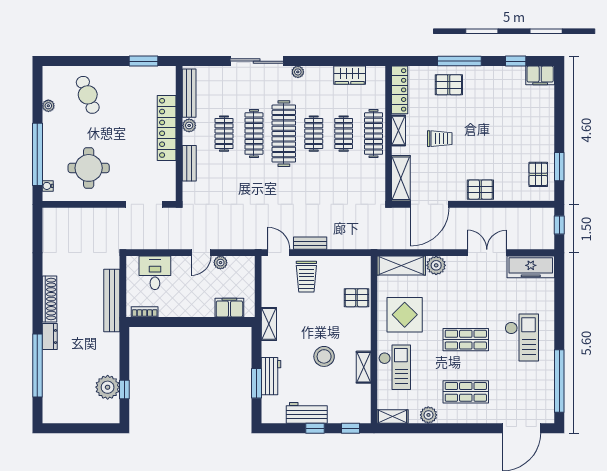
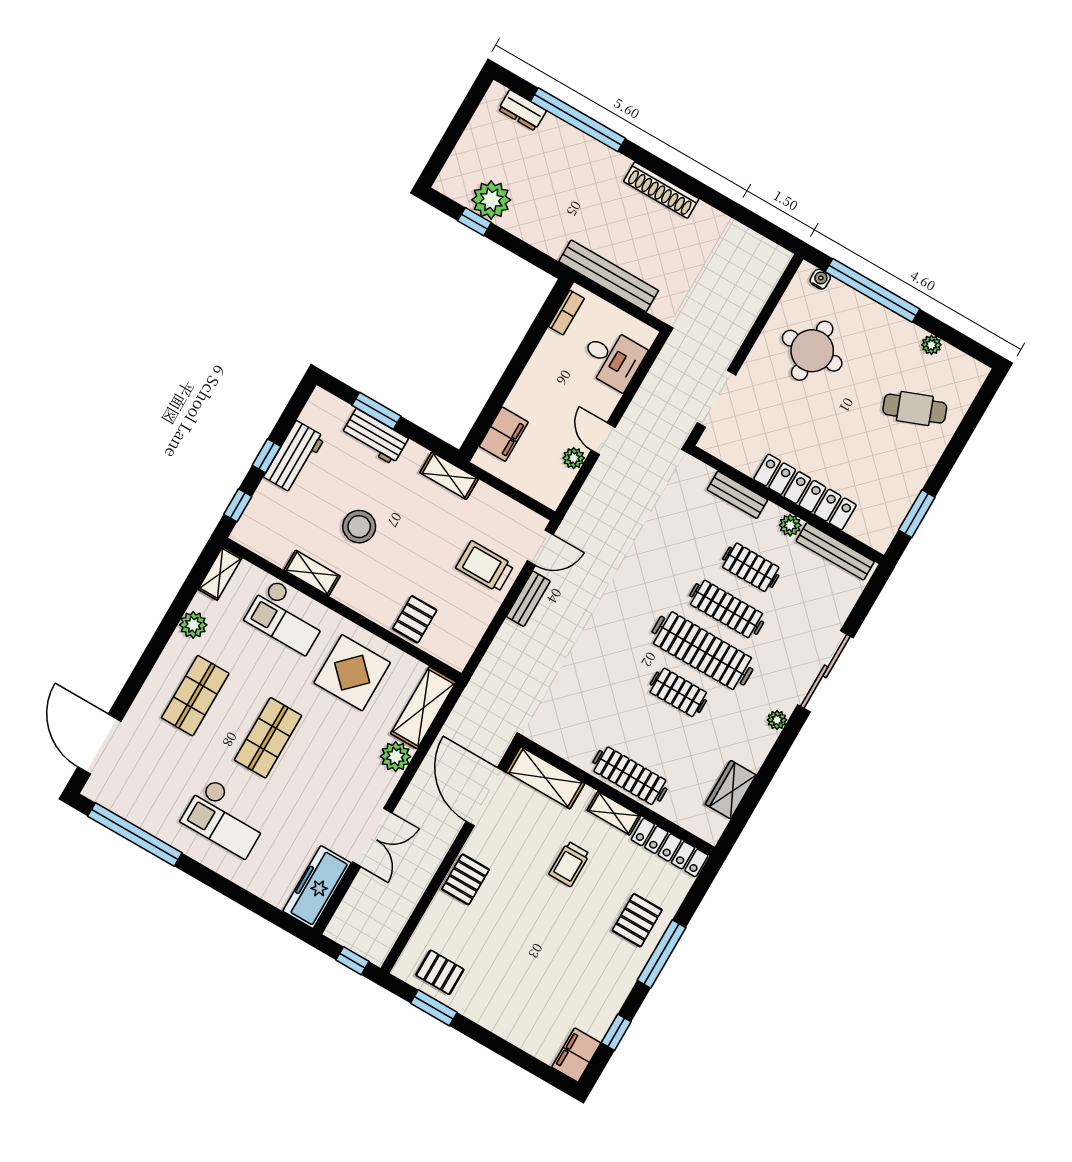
clothes rail: (344, 134) -> (654, 734), removed
dresser: (50, 337) -> (522, 110), moved

